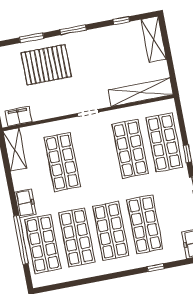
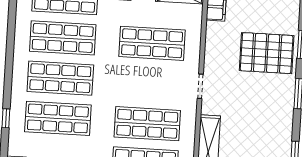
pallet: (46, 65) -> (267, 53), turned 90

